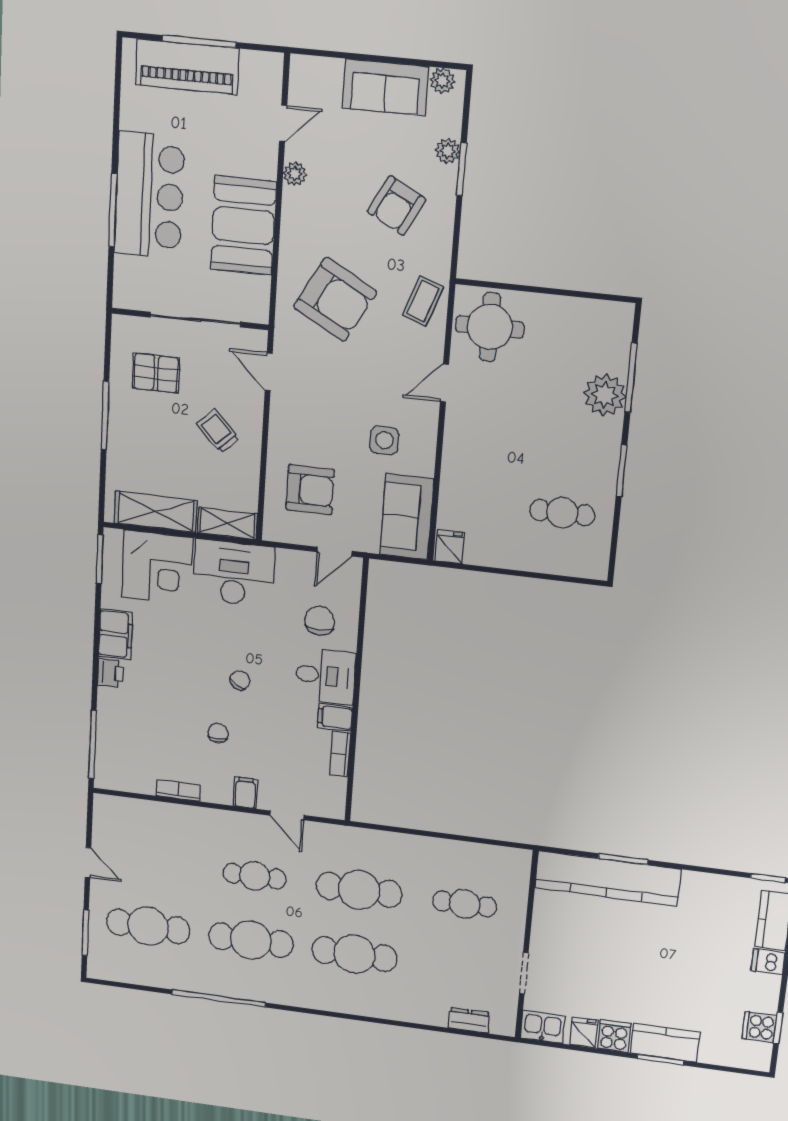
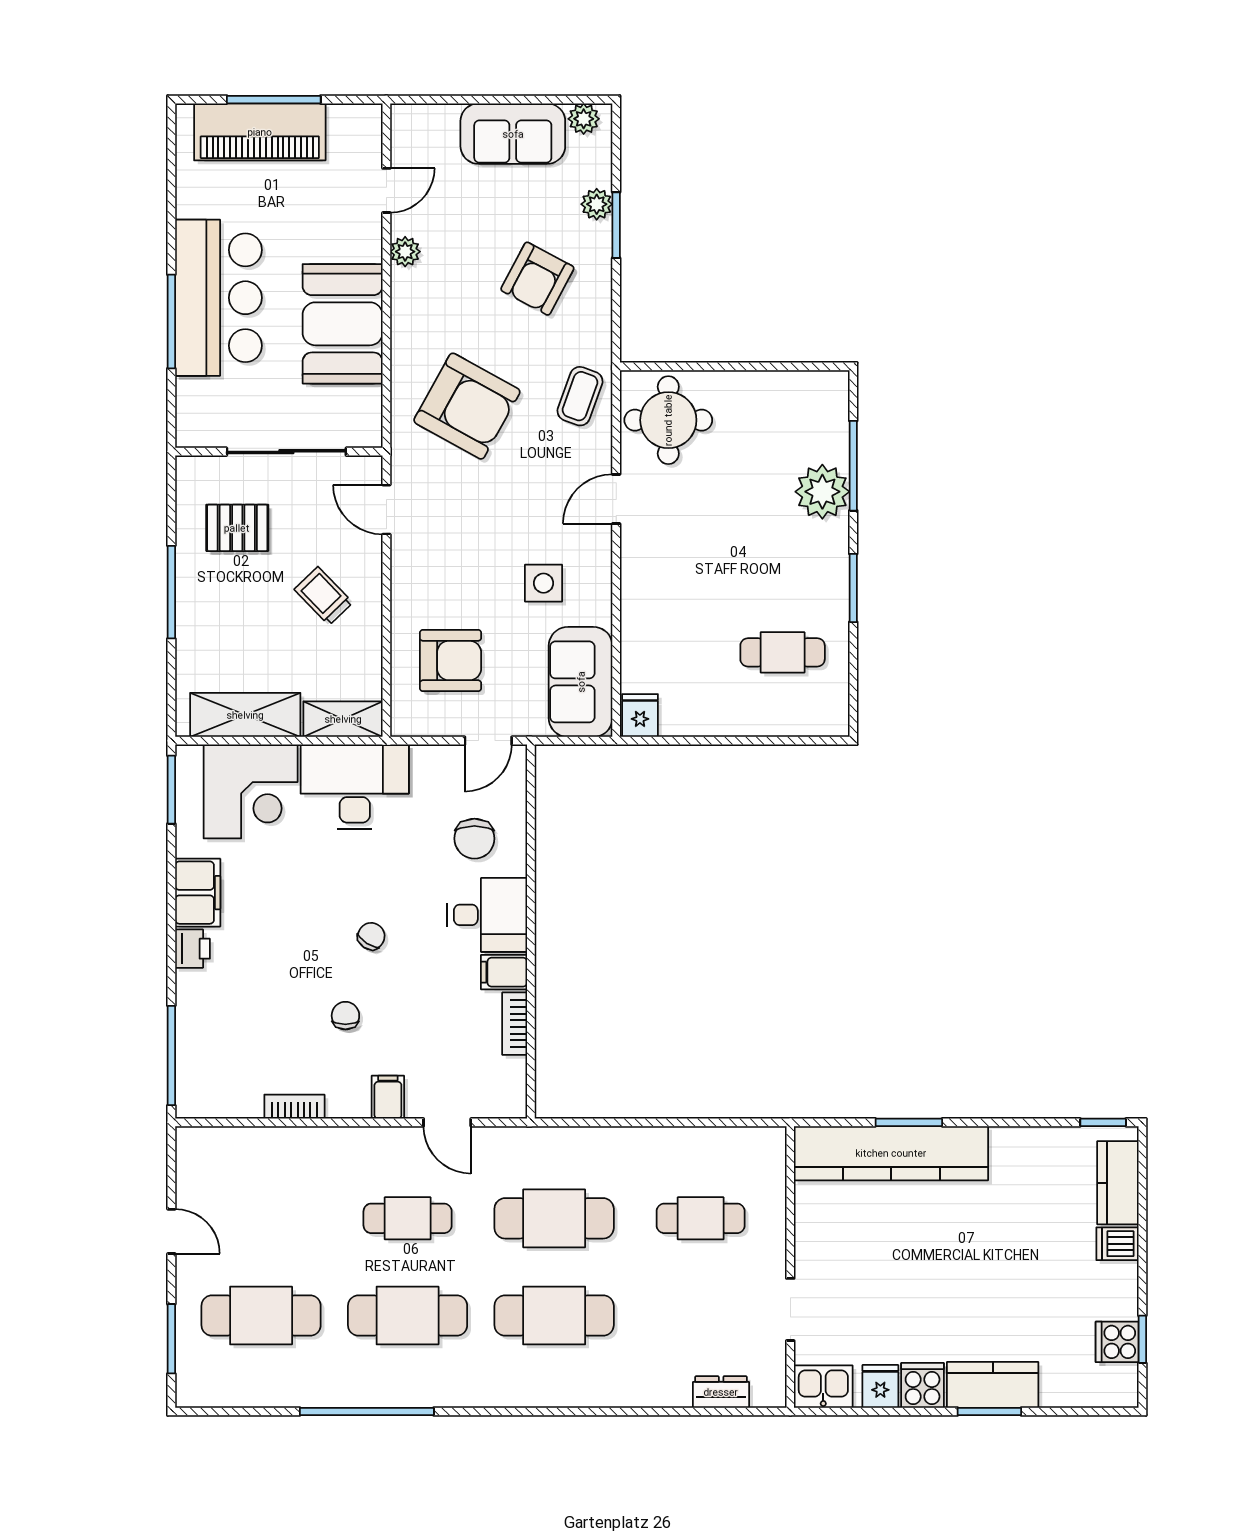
chair: (320, 621) -> (474, 839), turned 180

